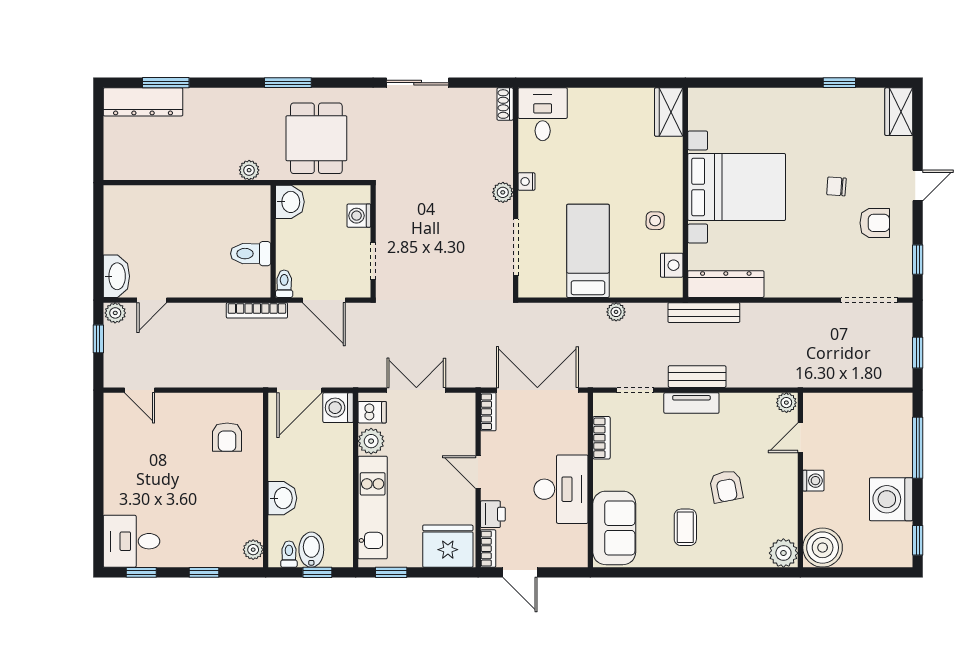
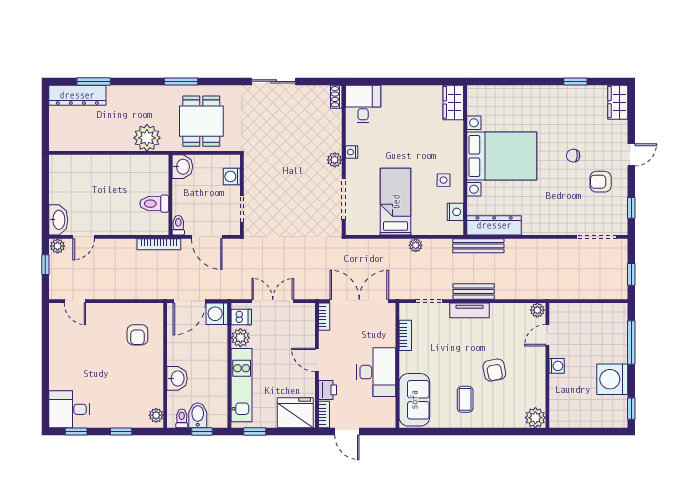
plant: (249, 170) -> (147, 138), width x1.87, depth x1.87
armchair: (875, 223) -> (601, 182), turned 180
boiler: (823, 548) -> (563, 414), removed

